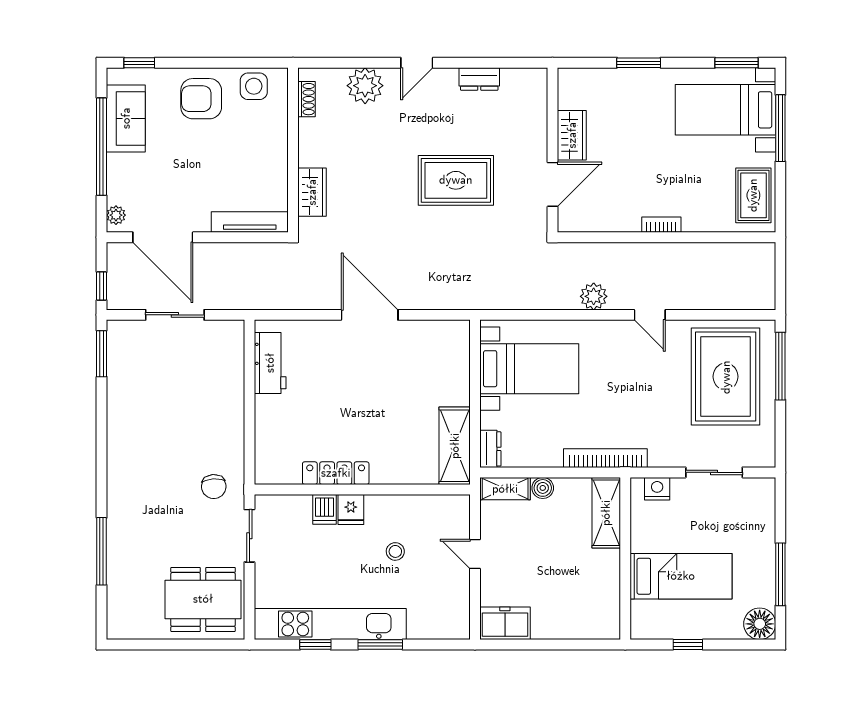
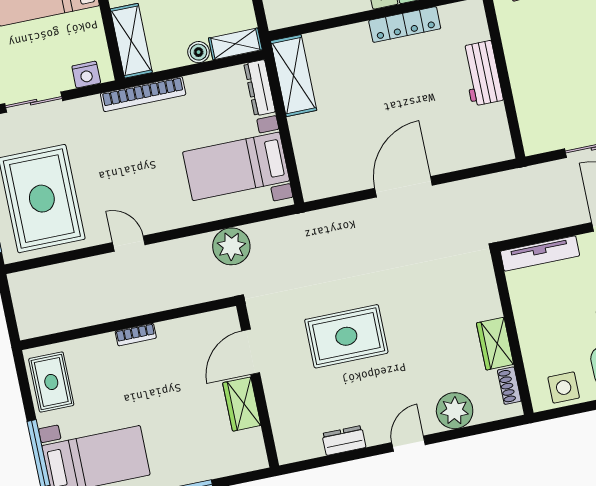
wardrobe: (312, 192) -> (495, 344), moved
plant: (594, 296) -> (231, 246), moved, width x1.36, depth x1.36
door: (370, 315) -> (404, 187), swing flipped
workbench: (270, 363) -> (482, 73), moved
dresser: (490, 449) -> (260, 88), width x1.44

